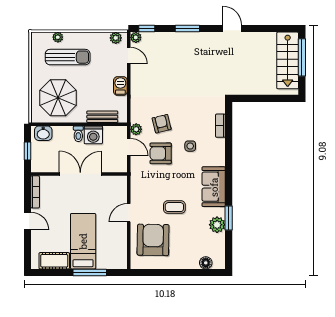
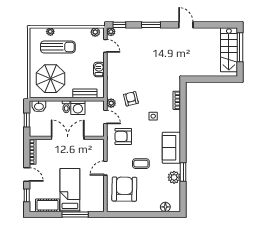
armchair: (161, 153) -> (123, 136), moved
window: (27, 248) -> (27, 195), added

